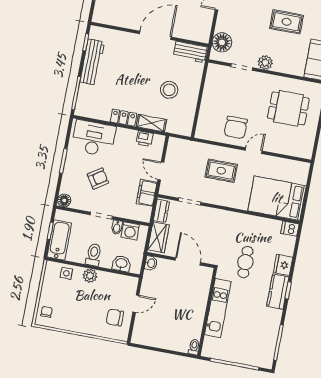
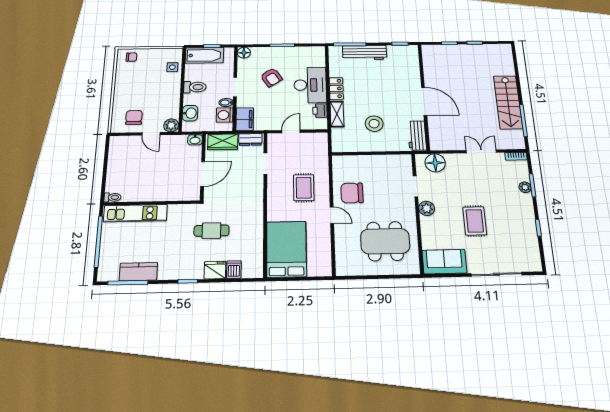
workbench: (92, 62) -> (365, 53), moved
dining table: (288, 108) -> (385, 241), width x1.38
desk: (94, 138) -> (310, 85), moved
filing cabinet: (147, 193) -> (245, 119), moved, turned 90
dishwasher: (290, 229) -> (234, 270), moved
plant: (90, 276) -> (171, 125), moved
kitchen counter: (278, 292) -> (138, 272), moved
kitchen unit: (218, 308) -> (135, 213), moved

